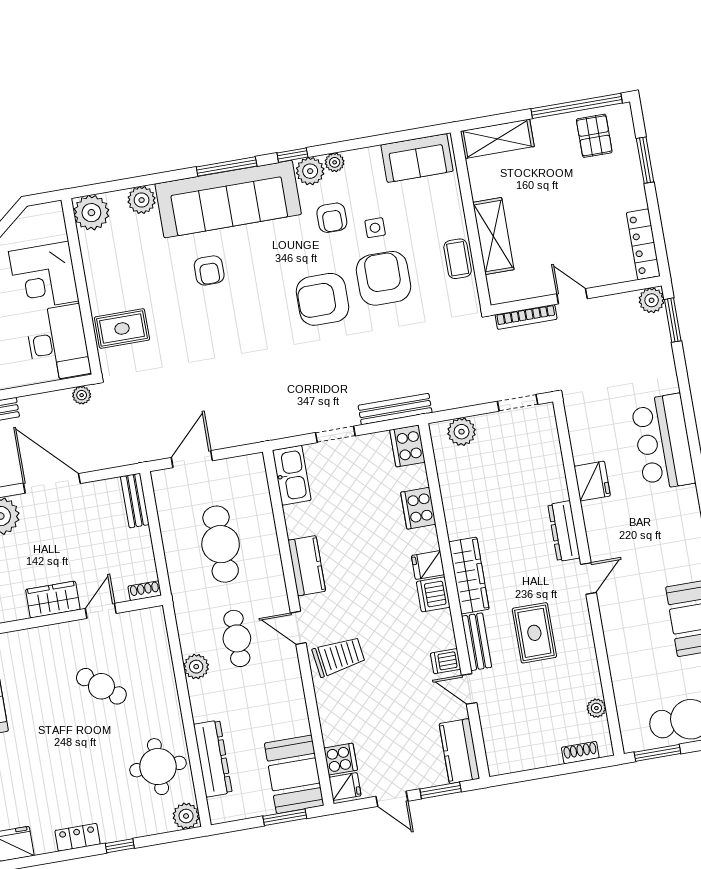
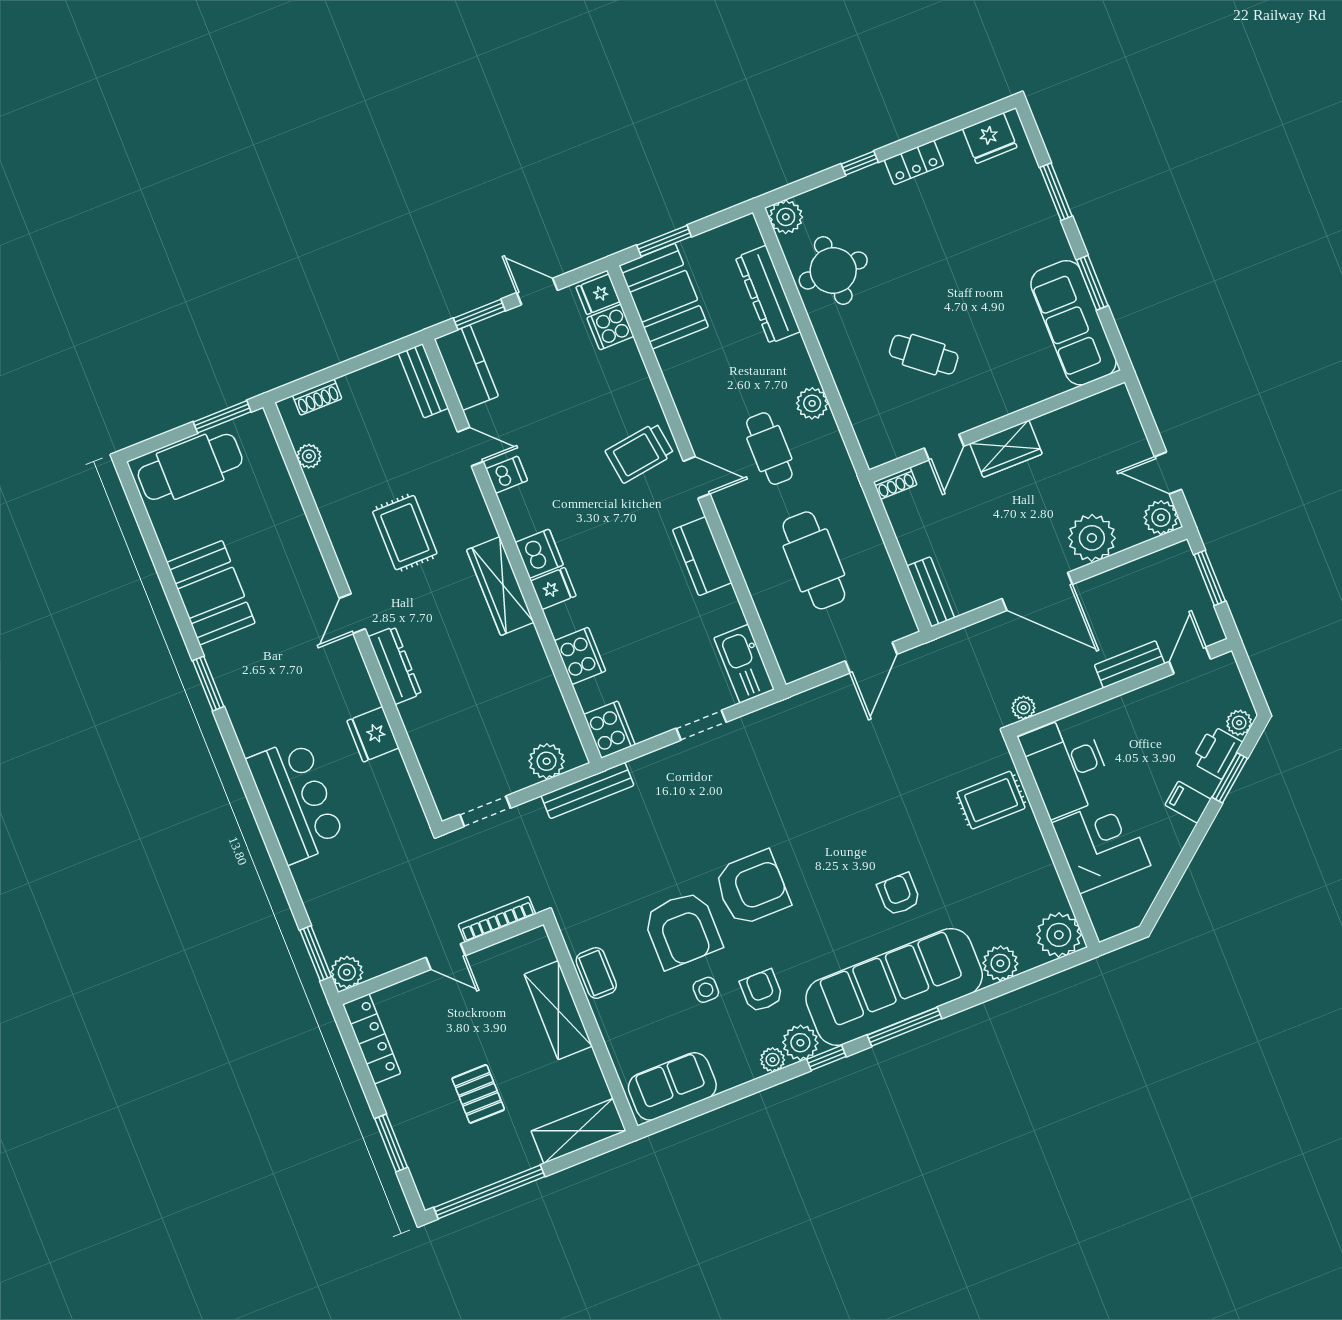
pallet: (594, 136) -> (478, 1094), moved
bench: (395, 409) -> (587, 791), moved
bench: (477, 642) -> (423, 381), moved

